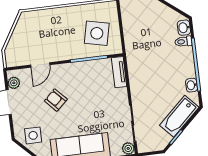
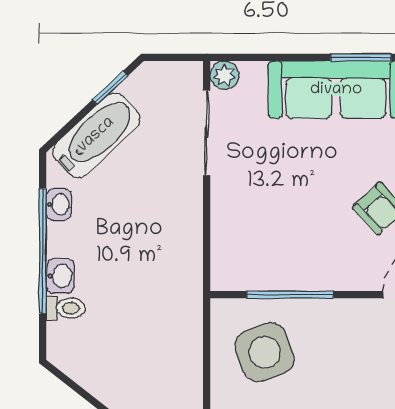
washbasin: (184, 28) -> (60, 276), moved
side table: (97, 33) -> (265, 352), turned -34
tv unit: (119, 72) -> (224, 255), removed

